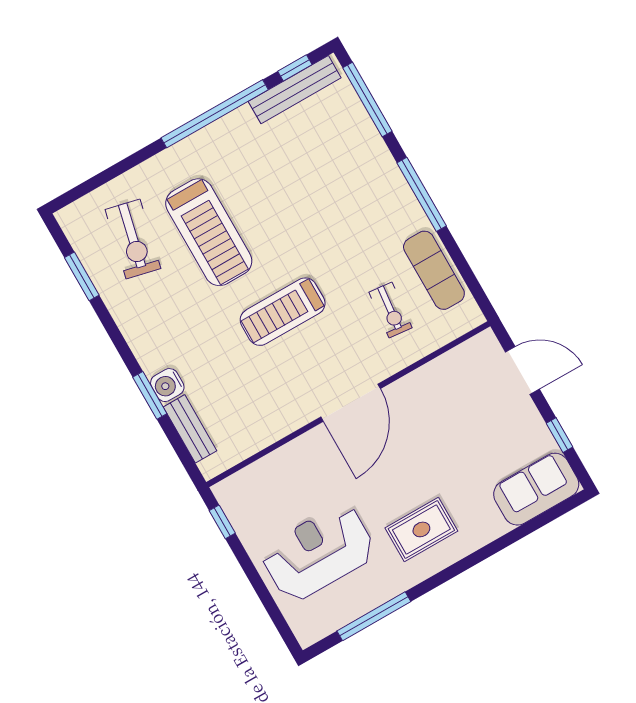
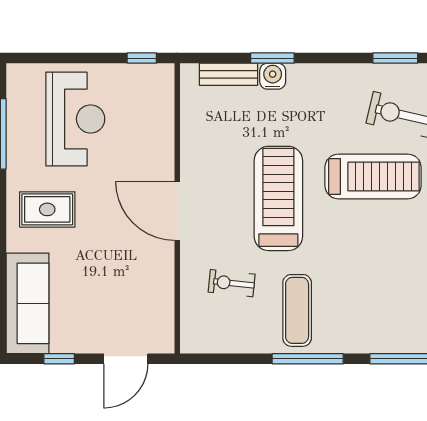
treadmill: (209, 232) -> (373, 176), turned 180
exercise mat: (434, 270) -> (297, 310), moved, turned 90
treadmill: (283, 312) -> (278, 198), width x1.37, depth x1.37
sofa: (536, 489) -> (28, 303), width x1.36
rug: (421, 529) -> (47, 209), turned 90

